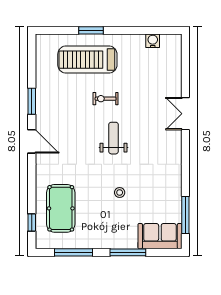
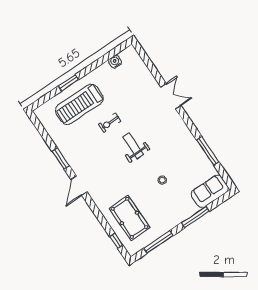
double door: (185, 114) -> (171, 96), swing flipped
door: (32, 141) -> (79, 186), swing flipped
window: (185, 215) -> (208, 151), moved

